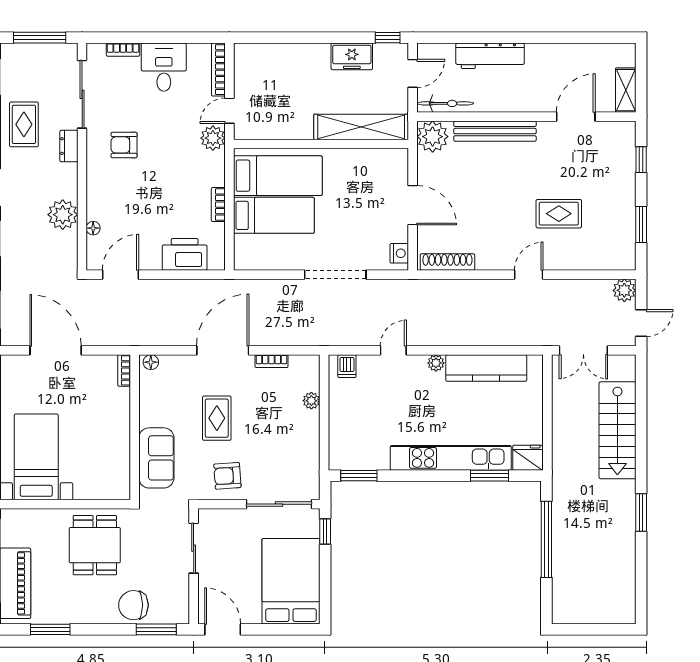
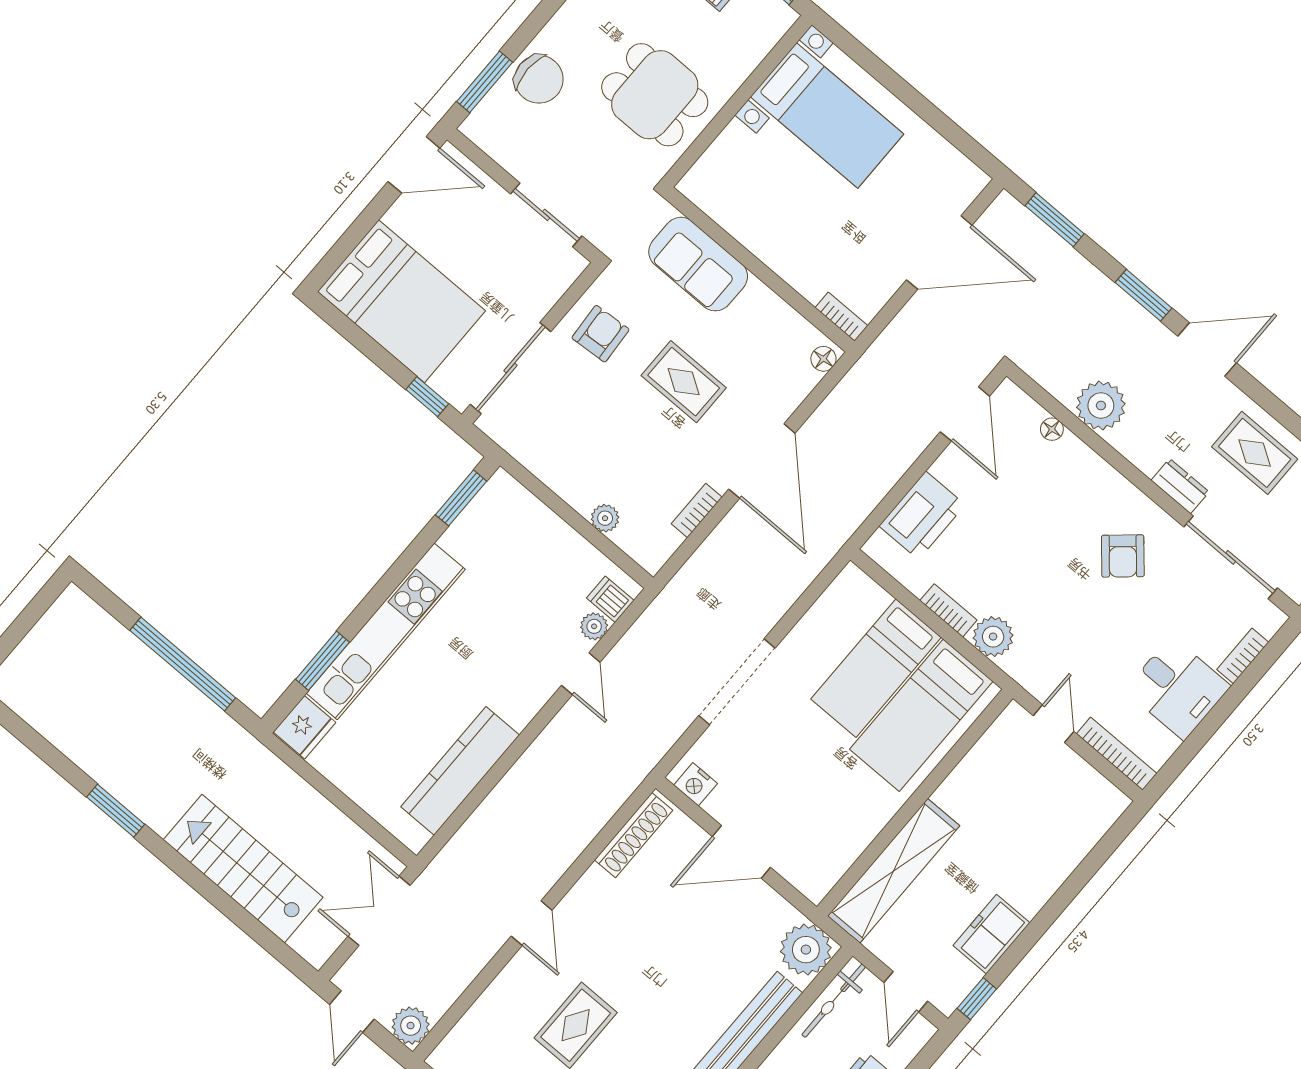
plant: (213, 138) -> (993, 637), moved
armchair: (124, 145) -> (1123, 556), turned 139
plant: (436, 363) -> (594, 626), moved
chair: (133, 605) -> (539, 79), turned 90

